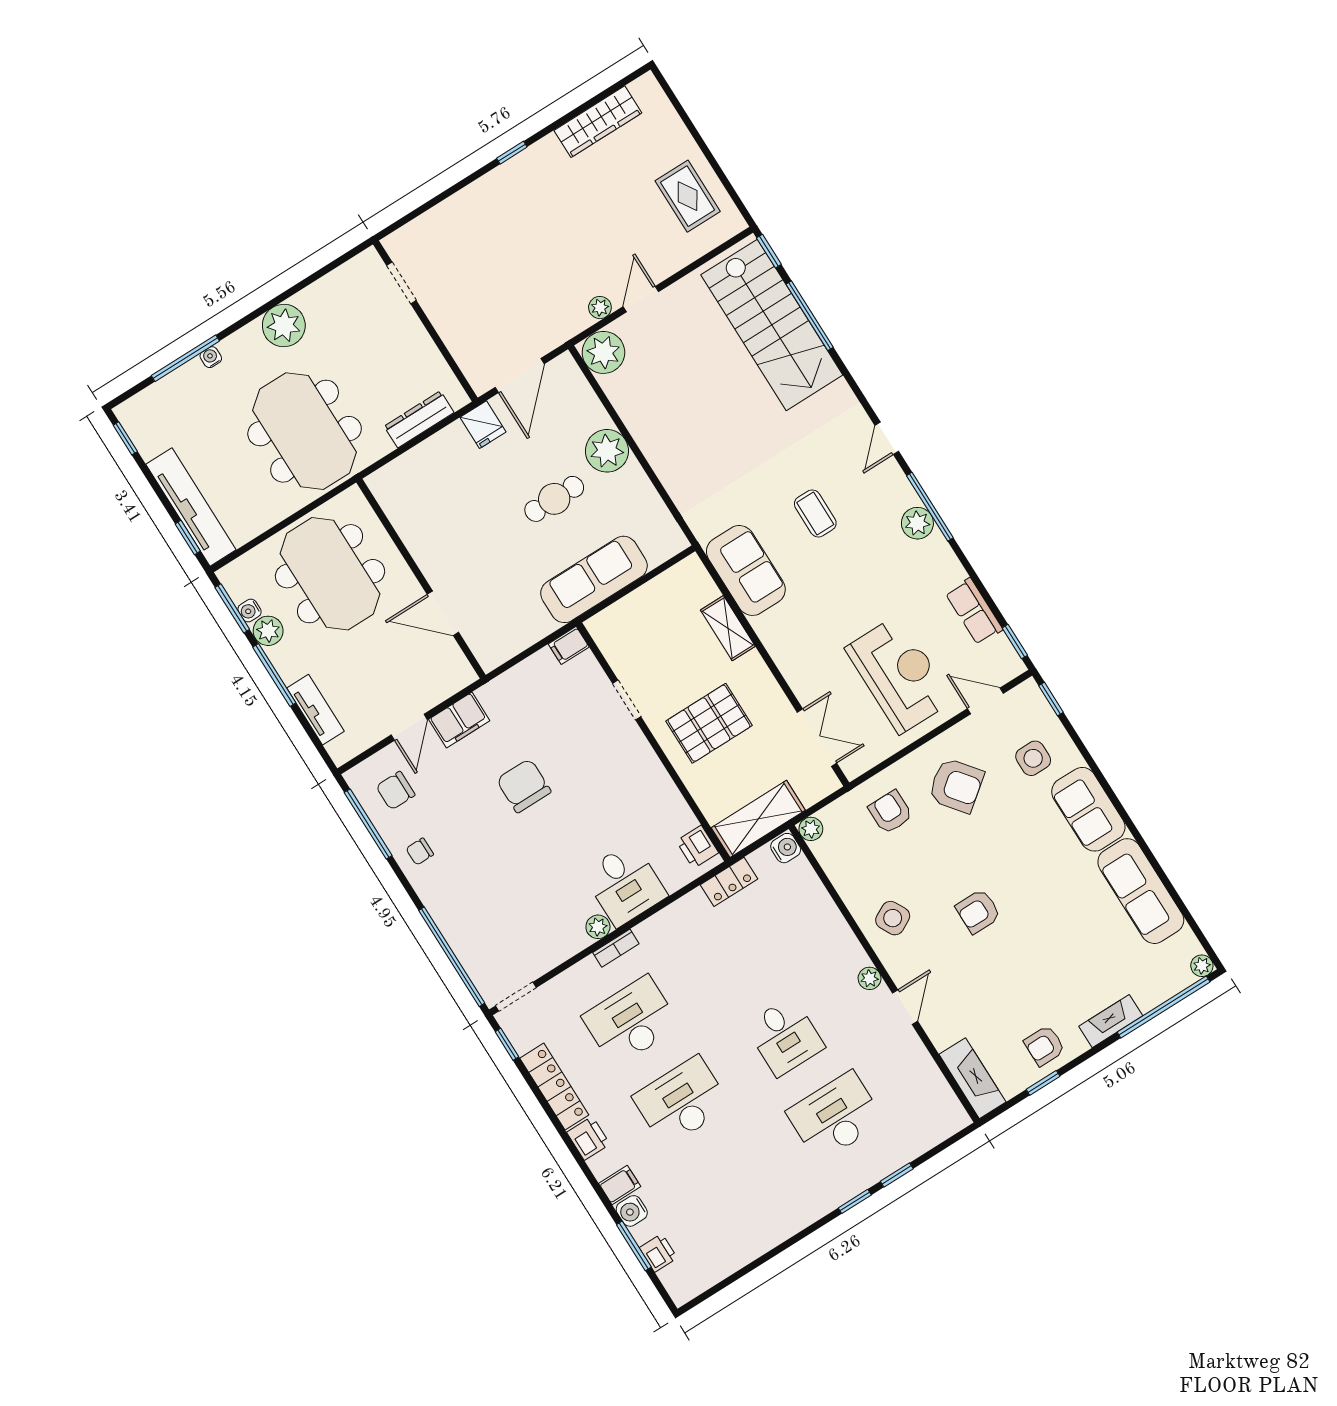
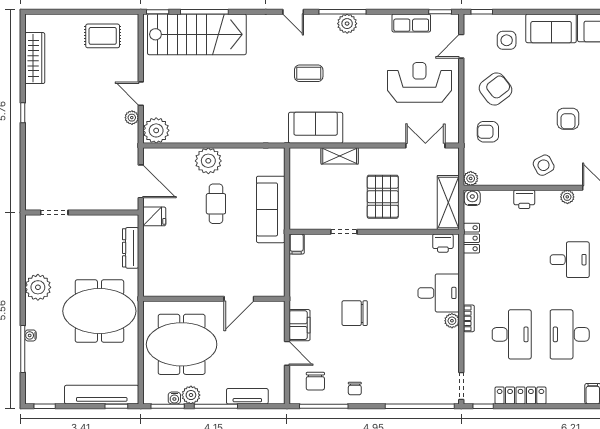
desk: (631, 1021) -> (512, 334), turned 180
printer: (588, 1138) -> (524, 199), moved, turned 180

